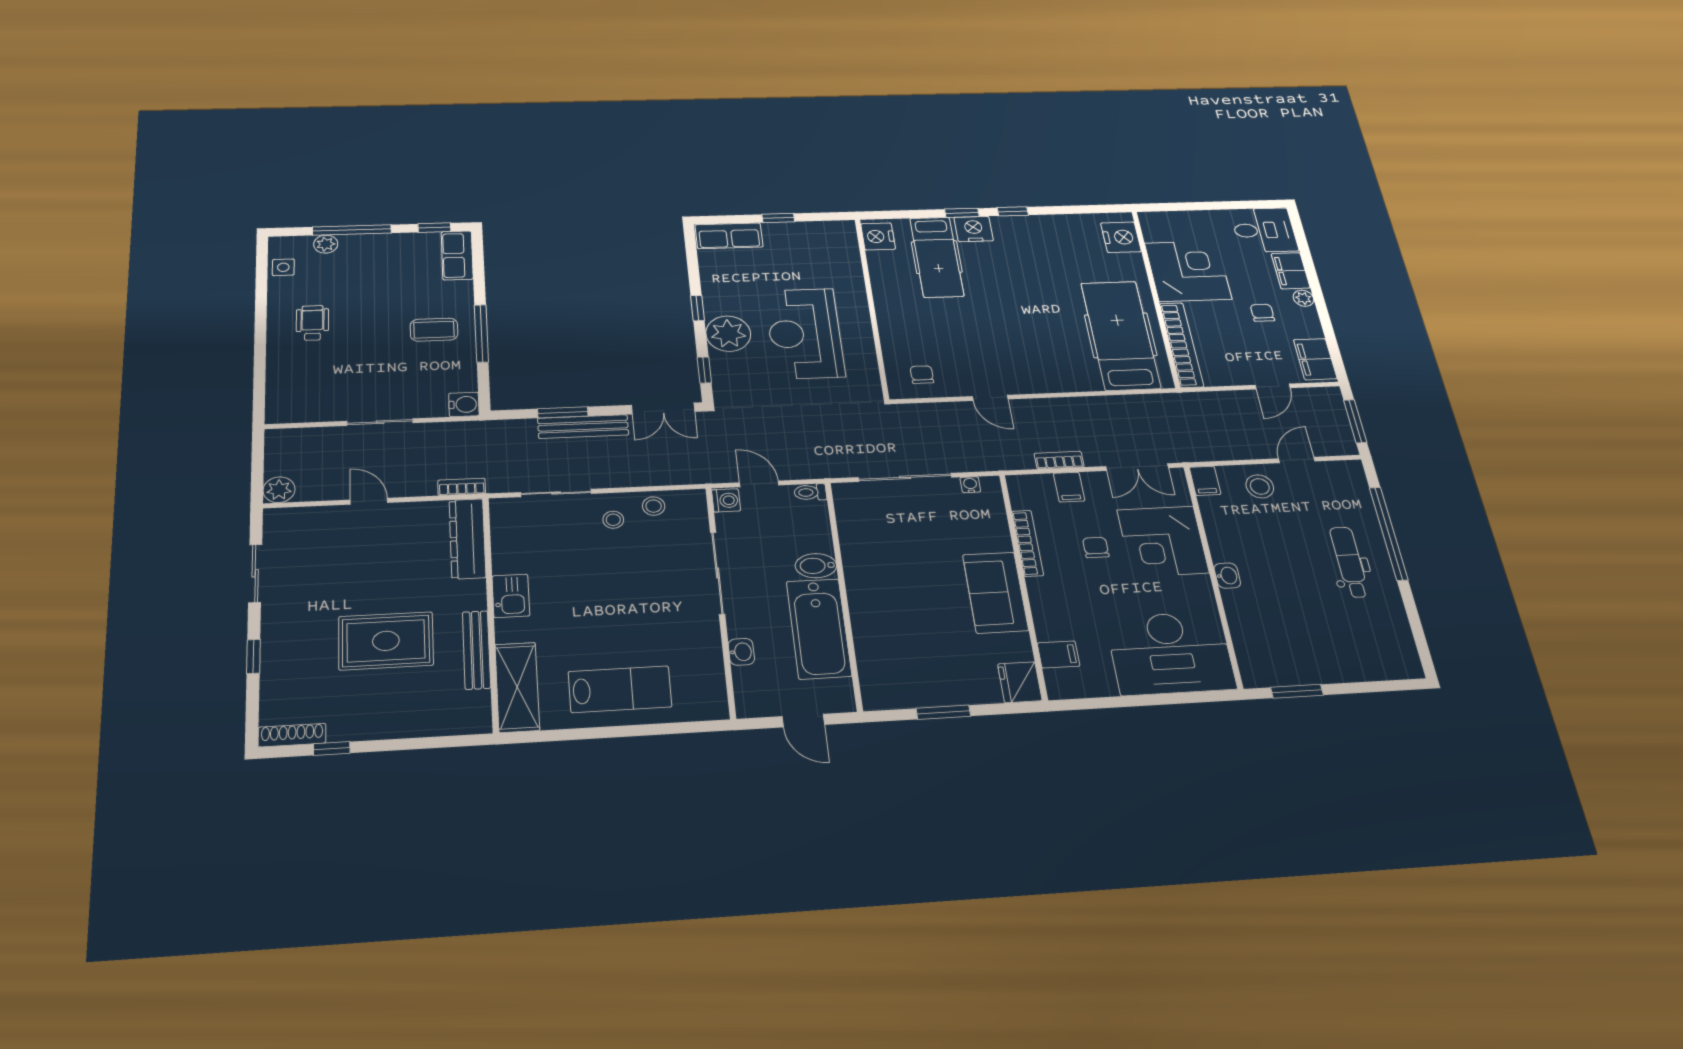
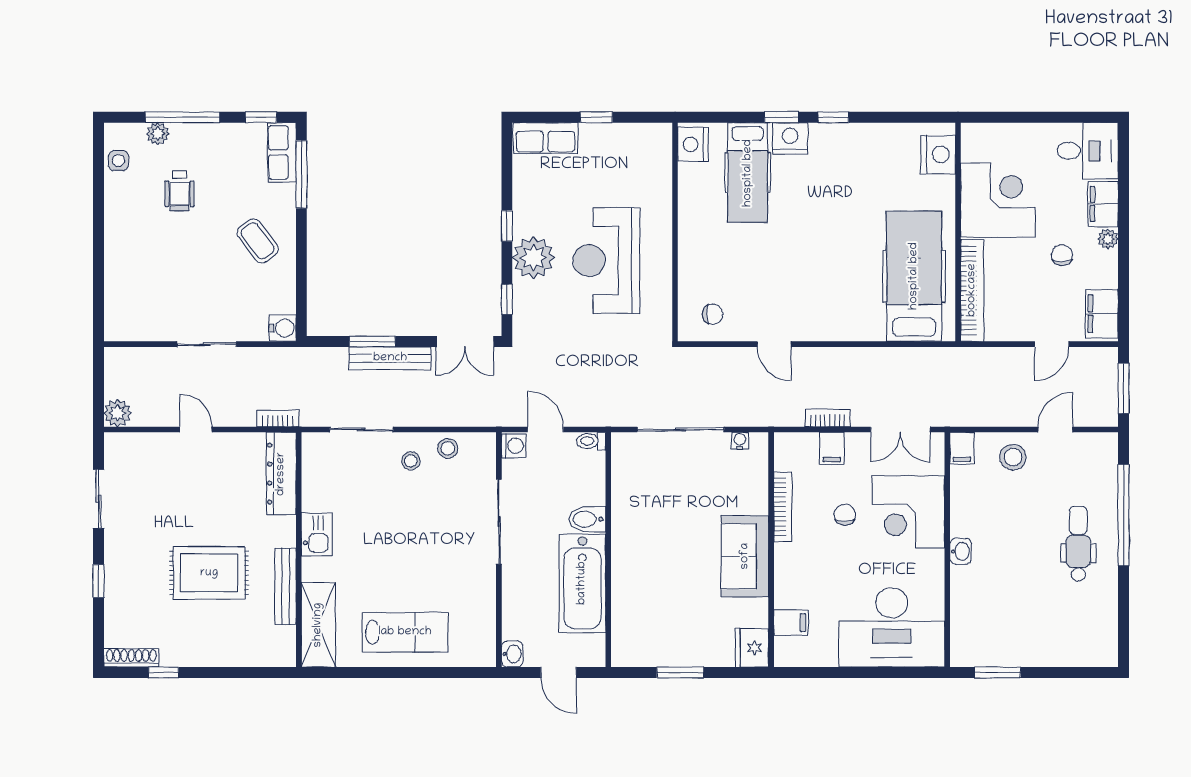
wheelchair: (312, 323) -> (179, 191), moved, turned 180
coffee table: (434, 330) -> (258, 241), turned 53
window: (481, 333) -> (301, 174), moved
chair: (922, 375) -> (713, 314), turned 90
washbasin: (741, 652) -> (512, 654), moved

